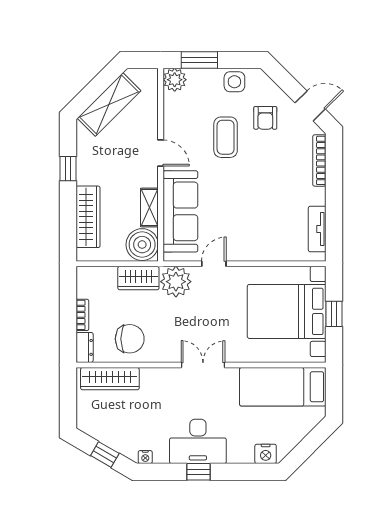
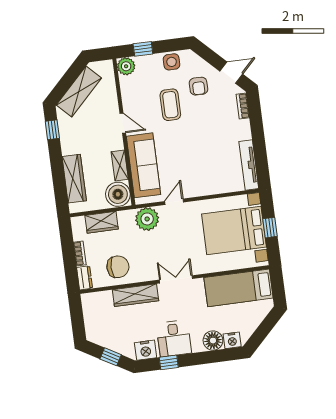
window: (199, 60) -> (143, 49), width x0.67
bookcase: (319, 160) -> (243, 106), width x0.64
window: (68, 169) -> (52, 130), moved
tv unit: (317, 229) -> (249, 165), width x1.41
wardrobe: (138, 278) -> (102, 222), moved
wardrobe: (110, 379) -> (135, 295), moved
desk: (198, 441) -> (174, 338), width x0.73
floor lamp: (241, 451) -> (213, 341), added
nightstand: (145, 457) -> (146, 350), width x1.89, depth x1.79
window: (199, 472) -> (169, 362), moved

